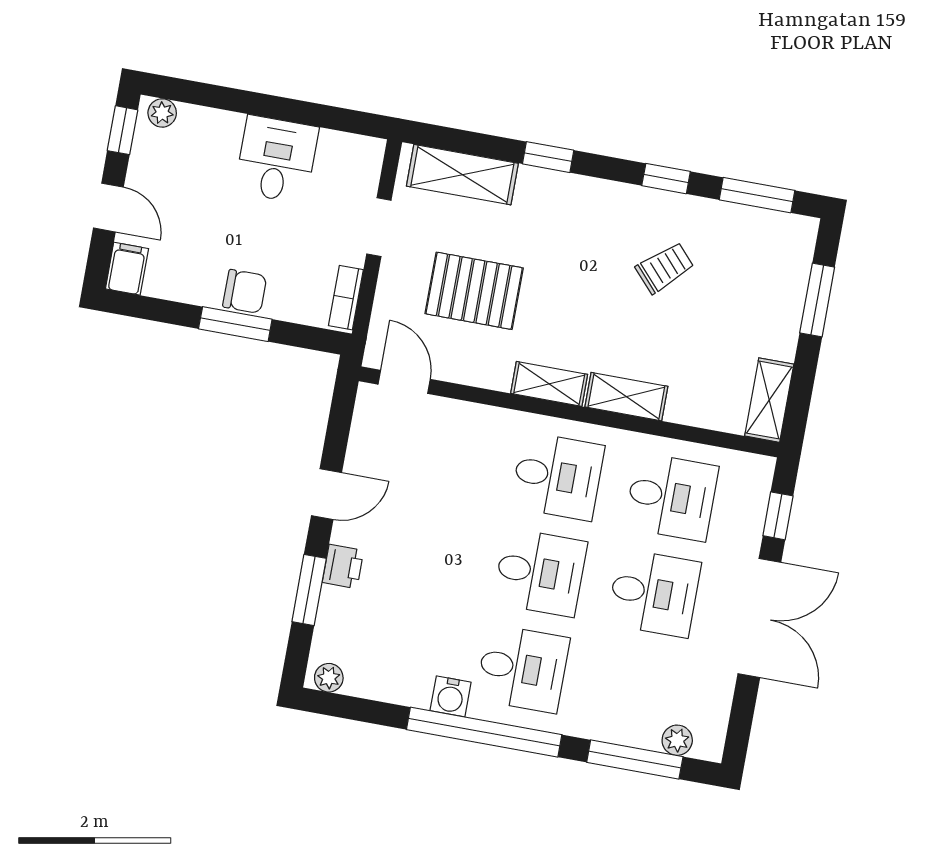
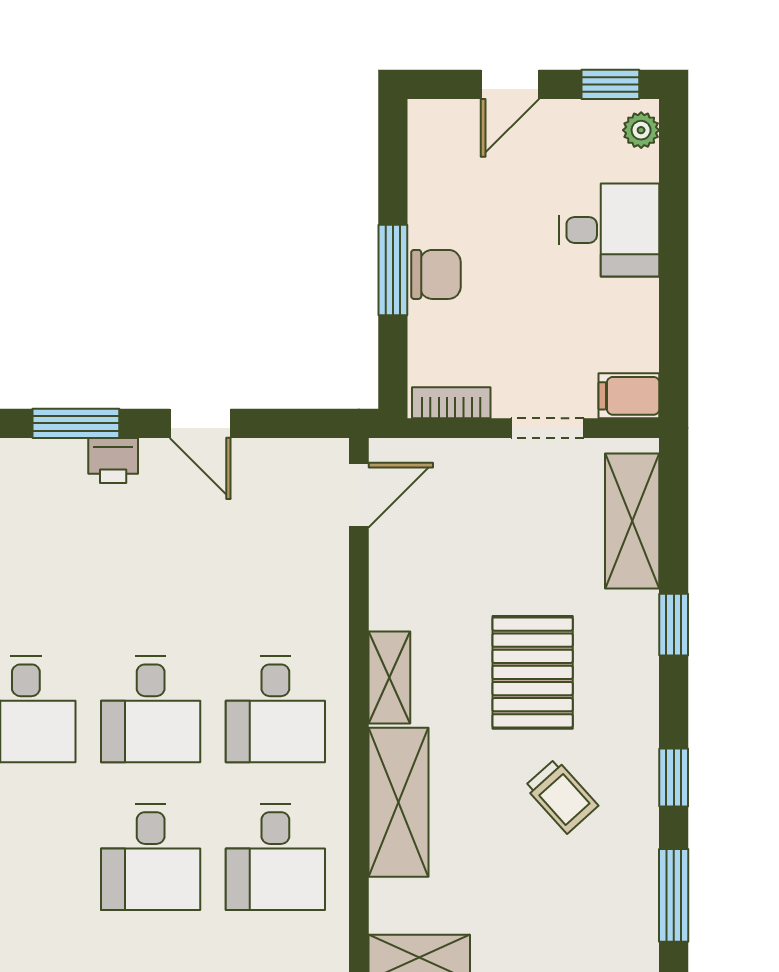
desk: (276, 159) -> (609, 230), moved
filing cabinet: (127, 269) -> (629, 396), moved, turned 180
chair: (245, 291) -> (436, 274), turned -90
pallet: (474, 291) -> (533, 672), moved
shelving: (626, 397) -> (398, 802), width x1.50, depth x1.33

